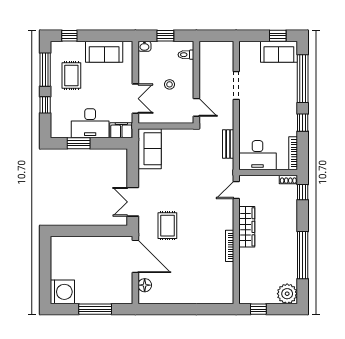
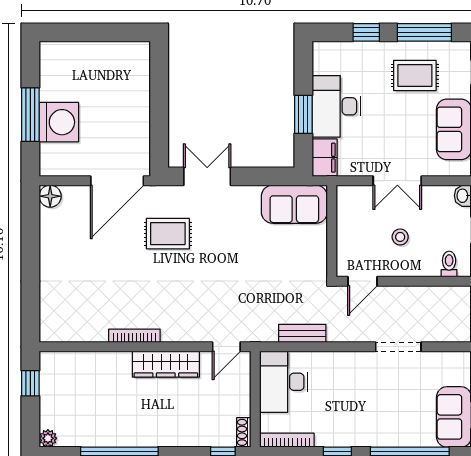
double door: (135, 99) -> (397, 181), moved
window: (79, 143) -> (303, 114), moved
door: (236, 190) -> (226, 347), swing flipped
floor lamp: (145, 285) -> (50, 196), moved
washing machine: (62, 292) -> (59, 122), moved, turned -90
plant: (287, 294) -> (48, 438), width x0.53, depth x0.53

